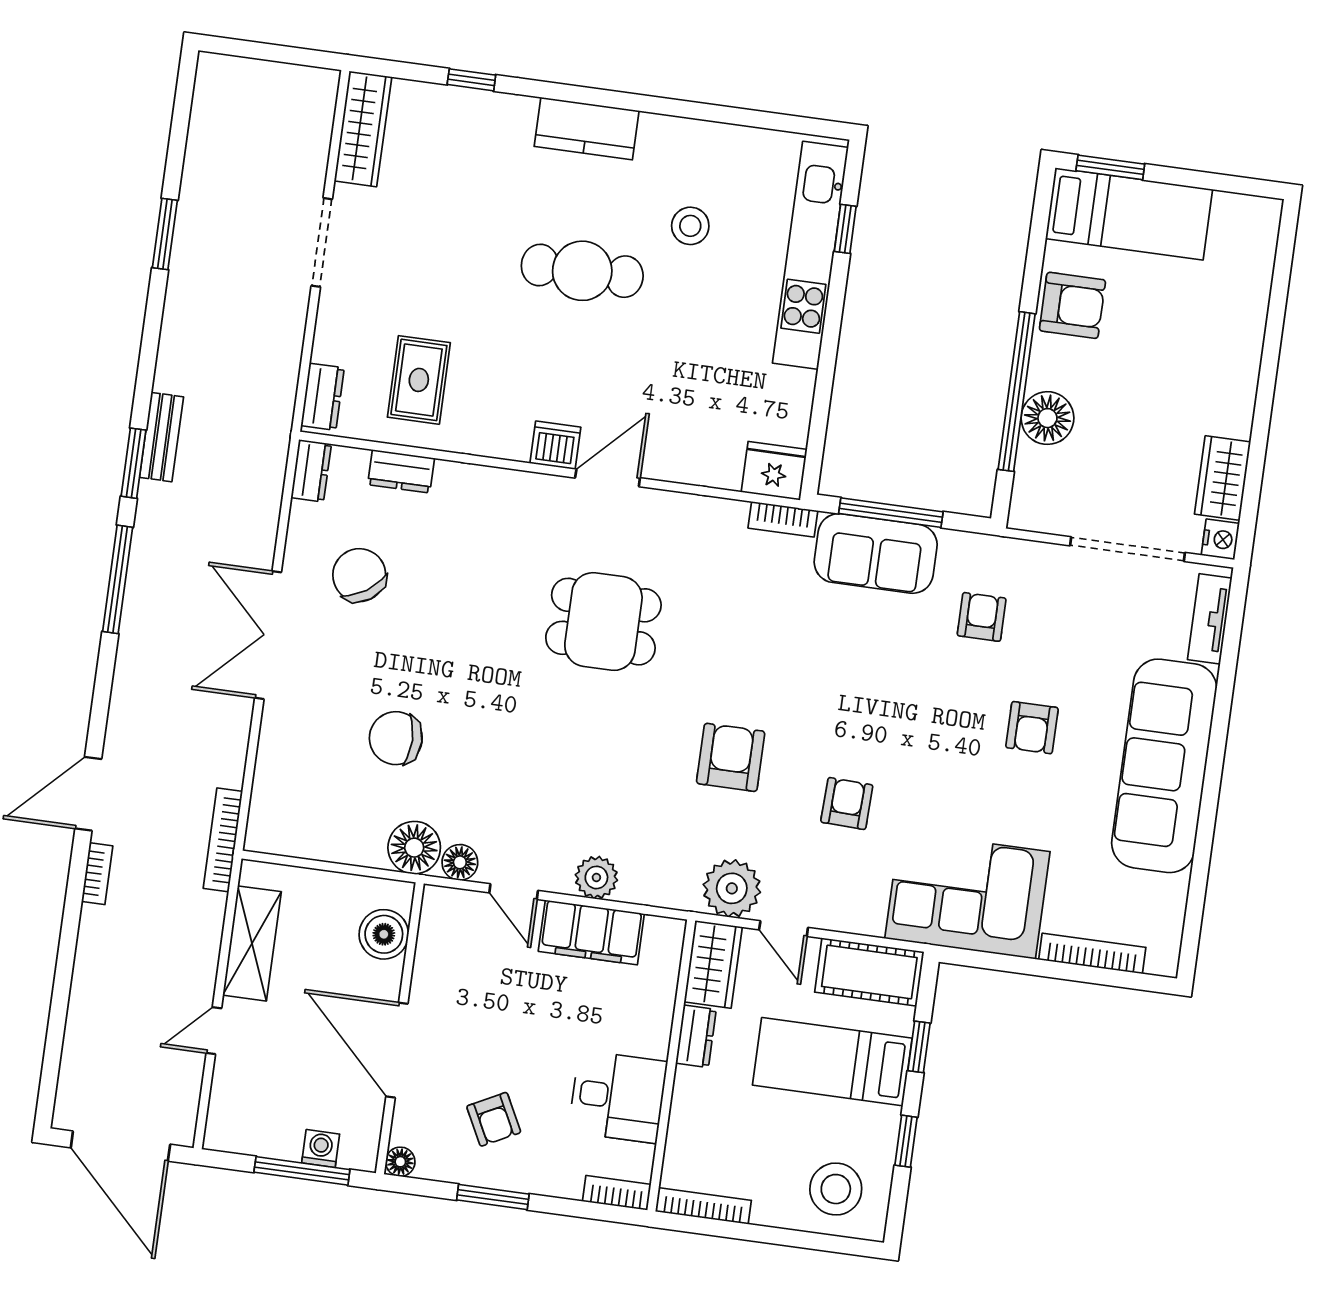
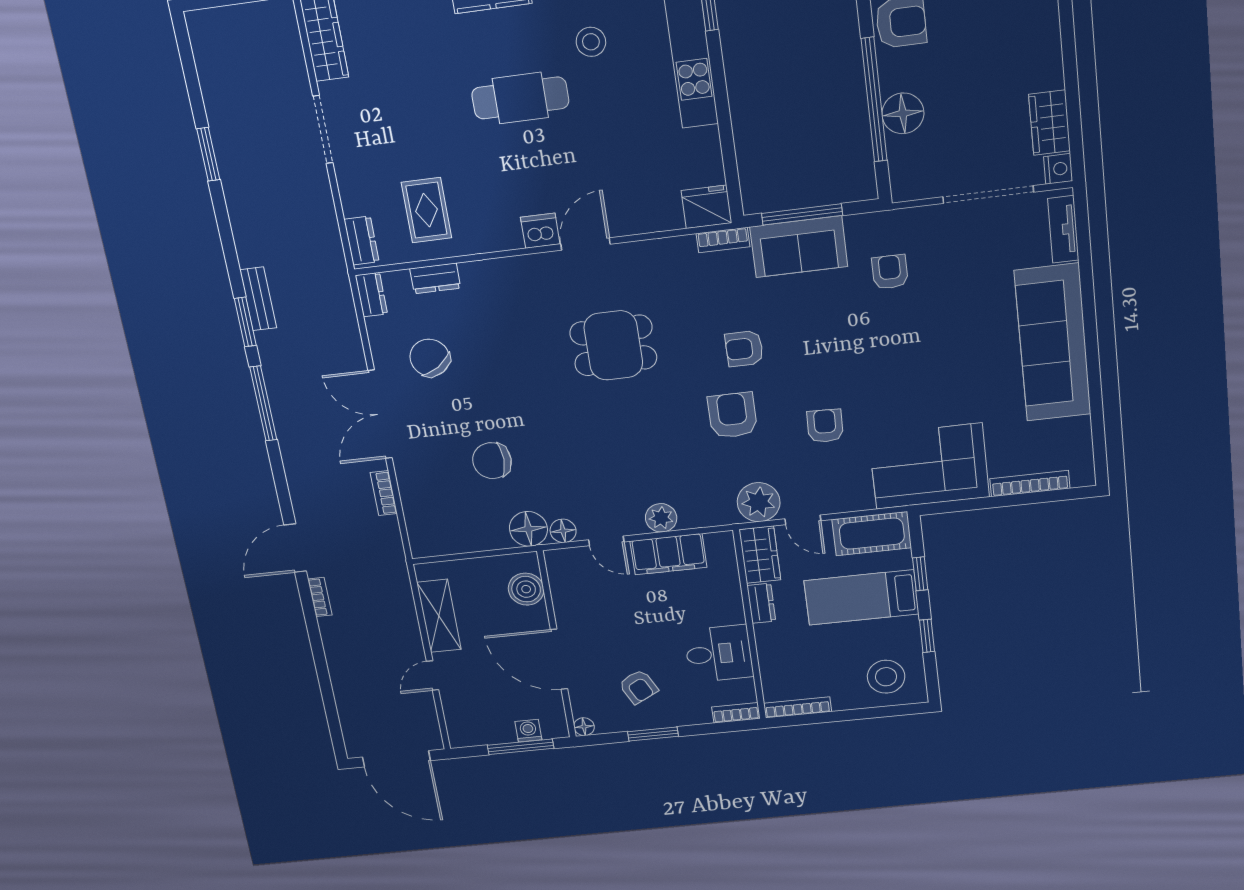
armchair: (1032, 728) -> (744, 349), moved, turned 90
bookcase: (223, 840) -> (384, 493), moved, width x0.64

